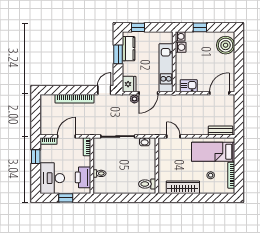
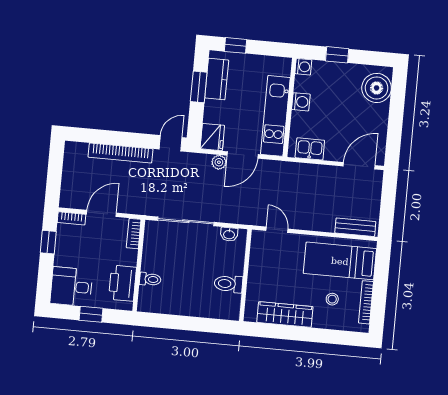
washing machine: (181, 47) -> (301, 102), moved
desk: (52, 178) -> (71, 287), width x0.73
toilet: (147, 184) -> (228, 284), moved

